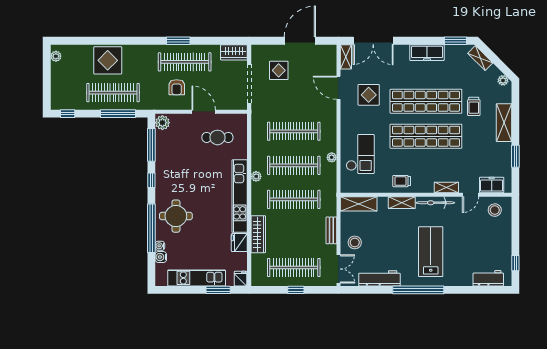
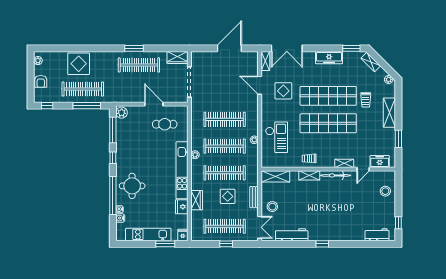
display table: (279, 70) -> (228, 196), moved
armchair: (177, 87) -> (41, 81), moved
stool: (495, 210) -> (385, 191), moved
wardrobe: (258, 234) -> (197, 200), width x0.67
lab bench: (431, 252) -> (332, 214), removed
window: (418, 290) -> (322, 244), width x0.32

